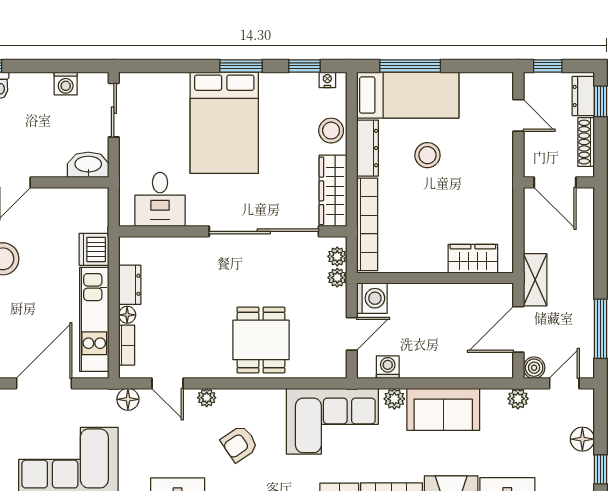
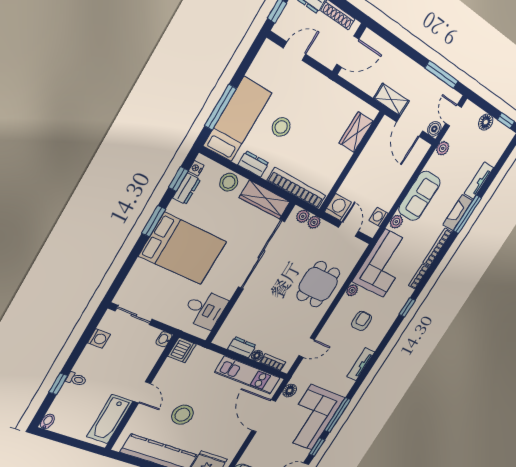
dresser: (298, 83) -> (187, 189), added
dresser: (368, 148) -> (253, 164), width x0.70
washbasin: (88, 165) -> (164, 339), width x0.52, depth x0.69
dishwasher: (94, 249) -> (182, 350), moved, turned -90
dining table: (261, 340) -> (318, 284), turned 90
plant: (207, 398) -> (352, 290), moved
floor lamp: (128, 399) -> (290, 391), moved
armchair: (239, 444) -> (362, 321), turned -146

